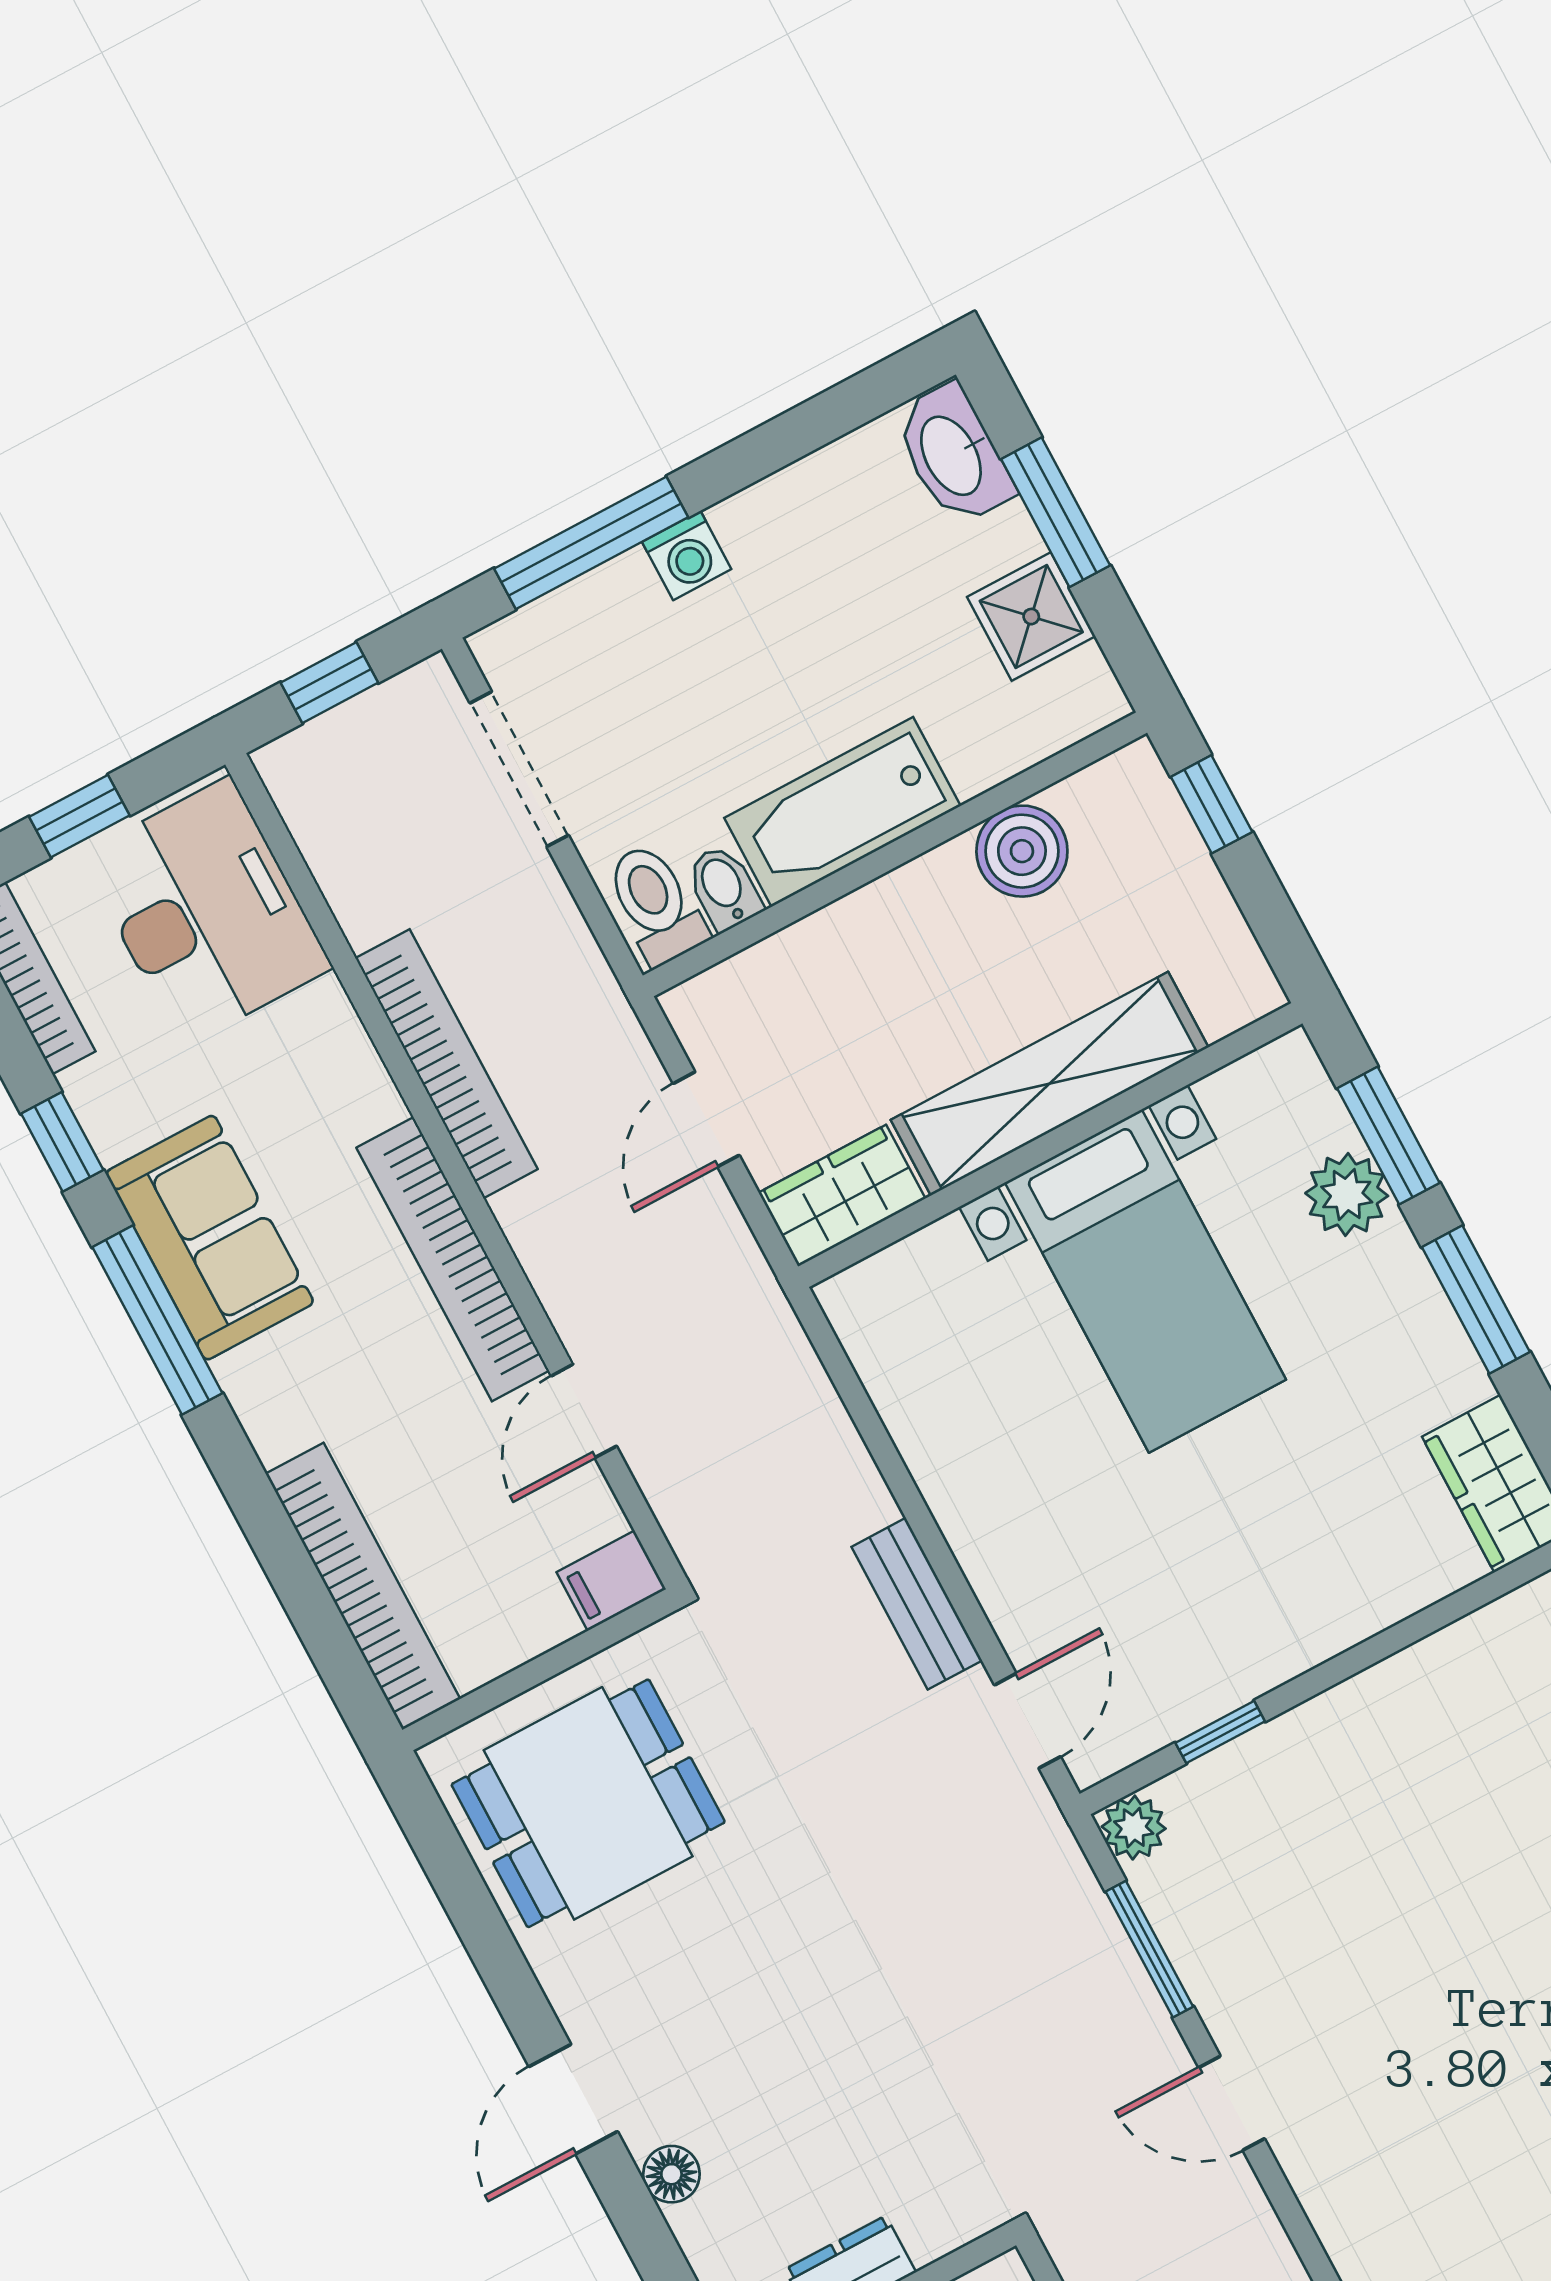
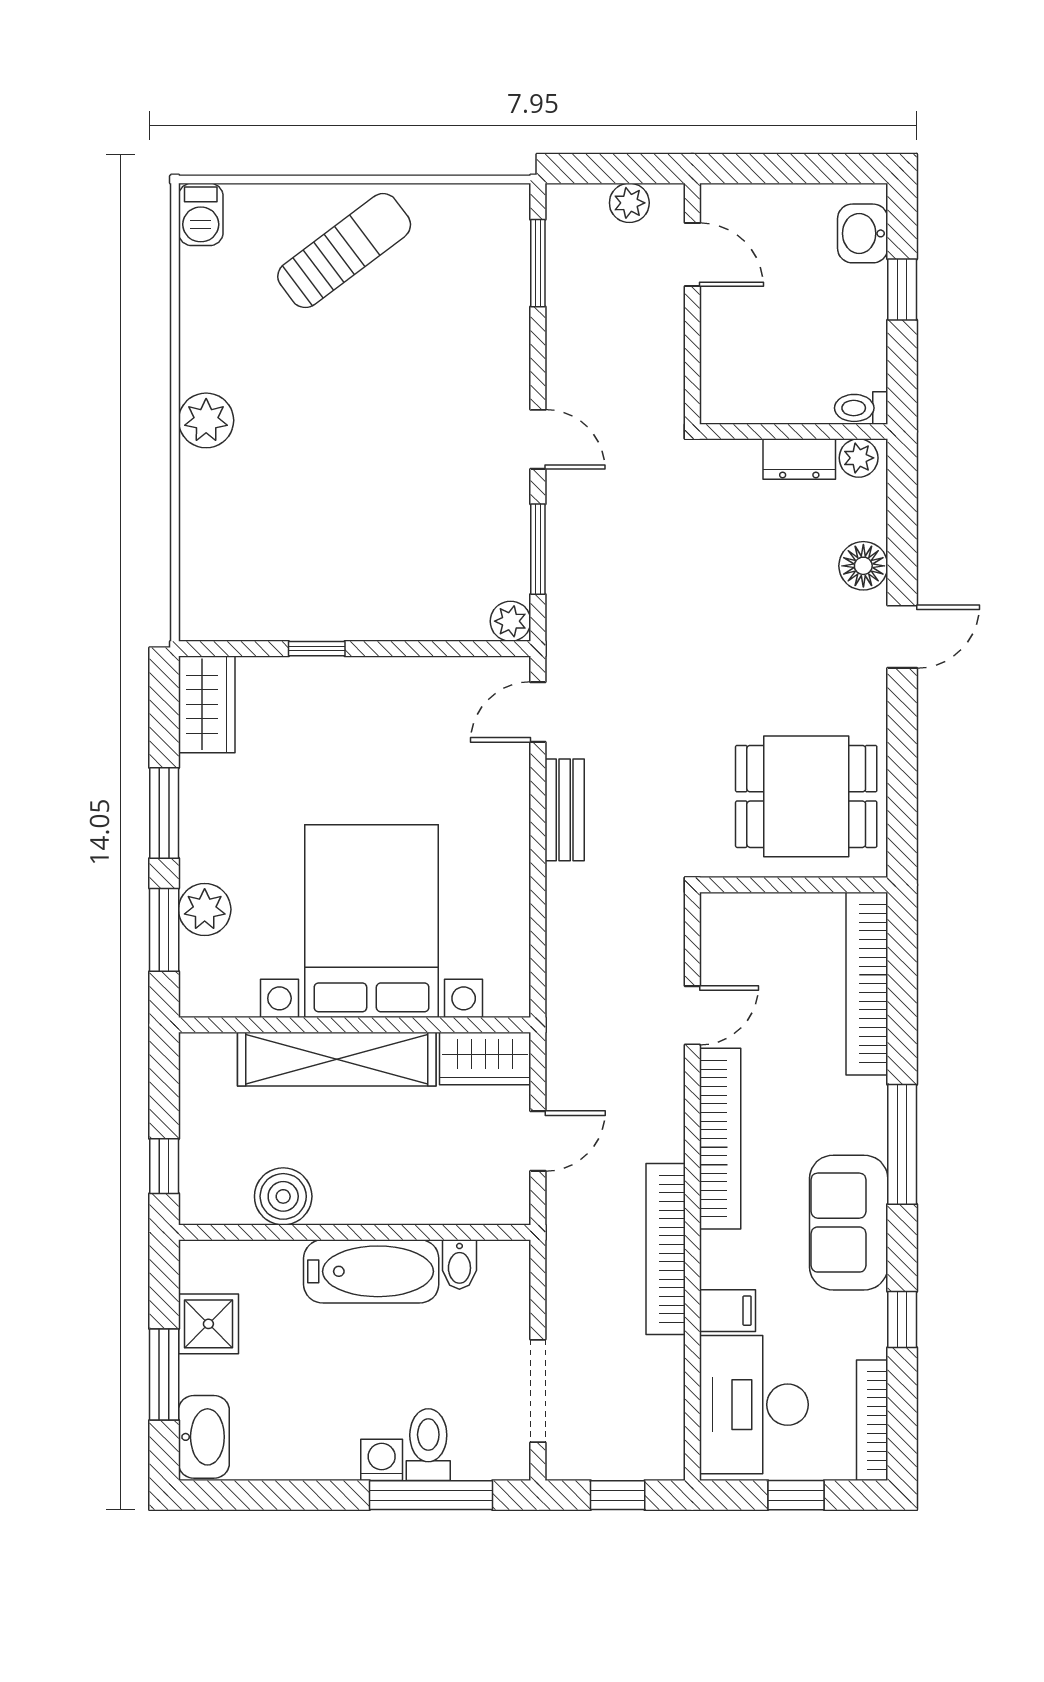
toilet: (656, 904) -> (428, 1445), moved, turned 180
bed with nightstands: (1145, 1281) -> (372, 921), width x1.36
window: (157, 1320) -> (902, 1144), moved
filing cabinet: (611, 1581) -> (727, 1311), moved
window: (1220, 1732) -> (317, 649), moved
floor lamp: (671, 2174) -> (863, 566), width x1.37, depth x1.37

